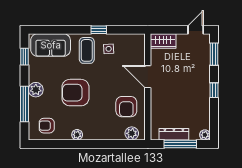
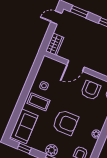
window: (99, 30) -> (27, 87), removed
door: (196, 30) -> (56, 18), hinge flipped
armchair: (75, 93) -> (65, 123), turned -90
armchair: (126, 107) -> (91, 90), turned -90

